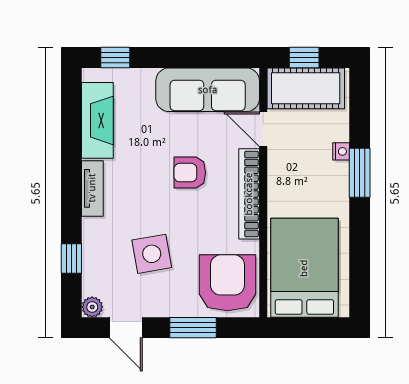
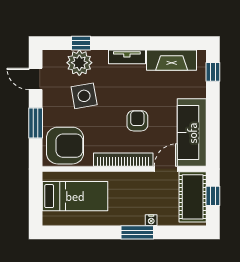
bed: (304, 268) -> (75, 196), width x0.67
plant: (92, 307) -> (79, 63), moved, width x1.87, depth x1.87
door: (126, 328) -> (36, 79), hinge flipped

